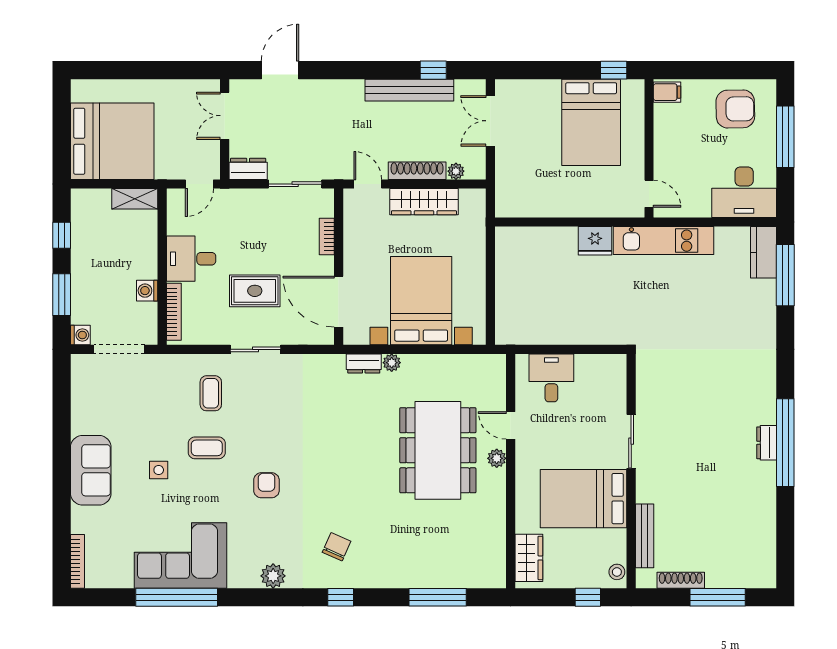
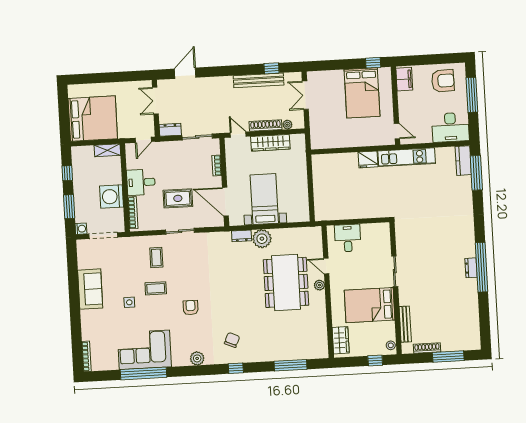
filing cabinet: (667, 92) -> (404, 79), width x2.00
washing machine: (147, 291) -> (112, 197), width x1.89, depth x1.89
bed with nightstands: (421, 301) -> (264, 199), width x0.73
plant: (392, 363) -> (262, 239), width x1.87, depth x1.87
sofa: (91, 470) -> (90, 289), moved

